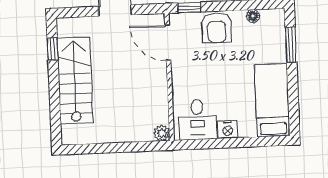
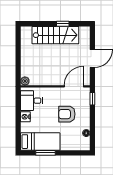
armchair: (217, 28) -> (67, 114), moved
window: (291, 45) -> (45, 153), moved
window: (53, 49) -> (63, 24), moved

